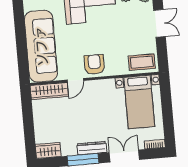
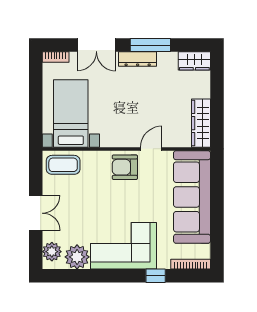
double door: (160, 23) -> (36, 213), swing flipped
armchair: (94, 64) -> (125, 167), turned 90
wardrobe: (49, 91) -> (201, 123), moved, turned -90

